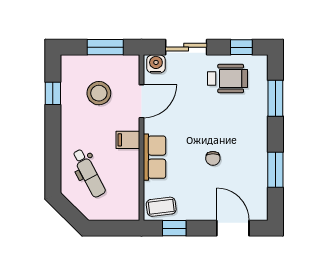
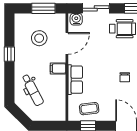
window: (53, 93) -> (9, 54), moved
chair: (213, 158) -> (125, 77), moved
coffee table: (161, 207) -> (89, 109), moved

